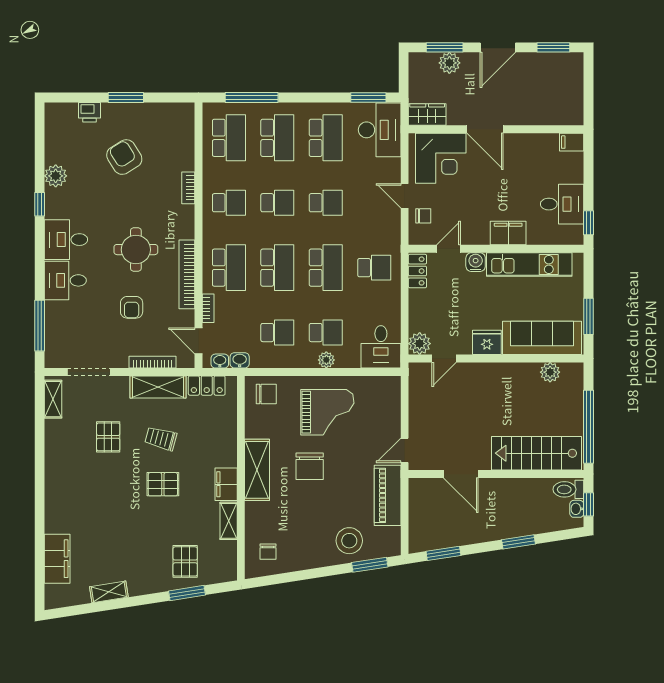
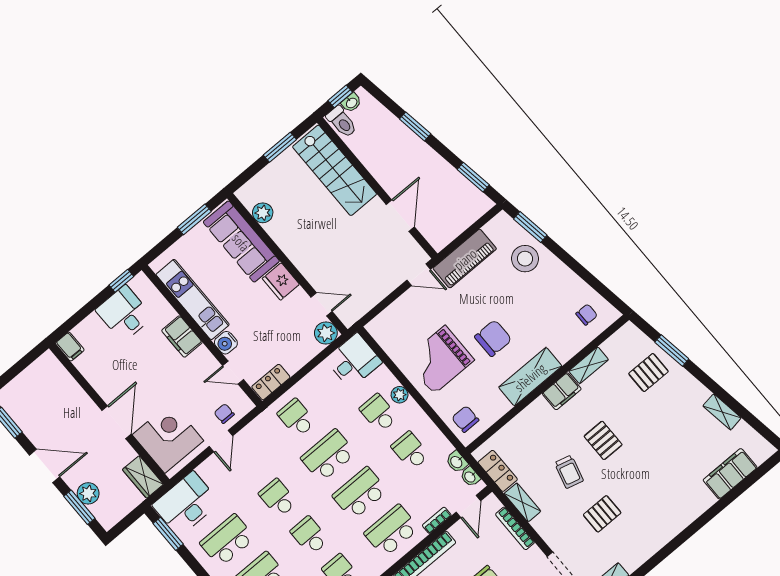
shelving: (158, 387) -> (522, 502), width x0.67, depth x0.75
grand piano: (327, 412) -> (439, 360), turned -90
window: (589, 427) -> (280, 147), width x0.47

